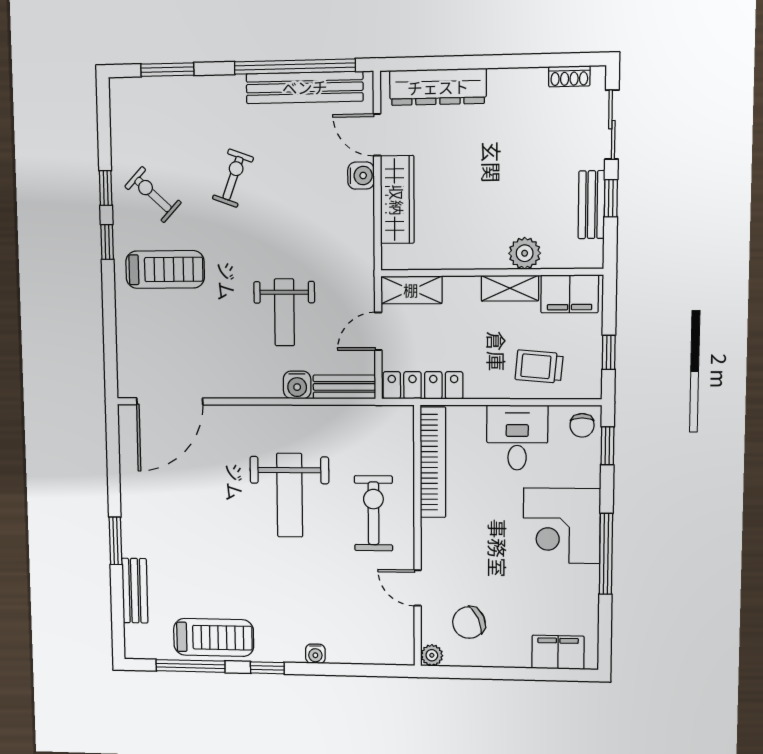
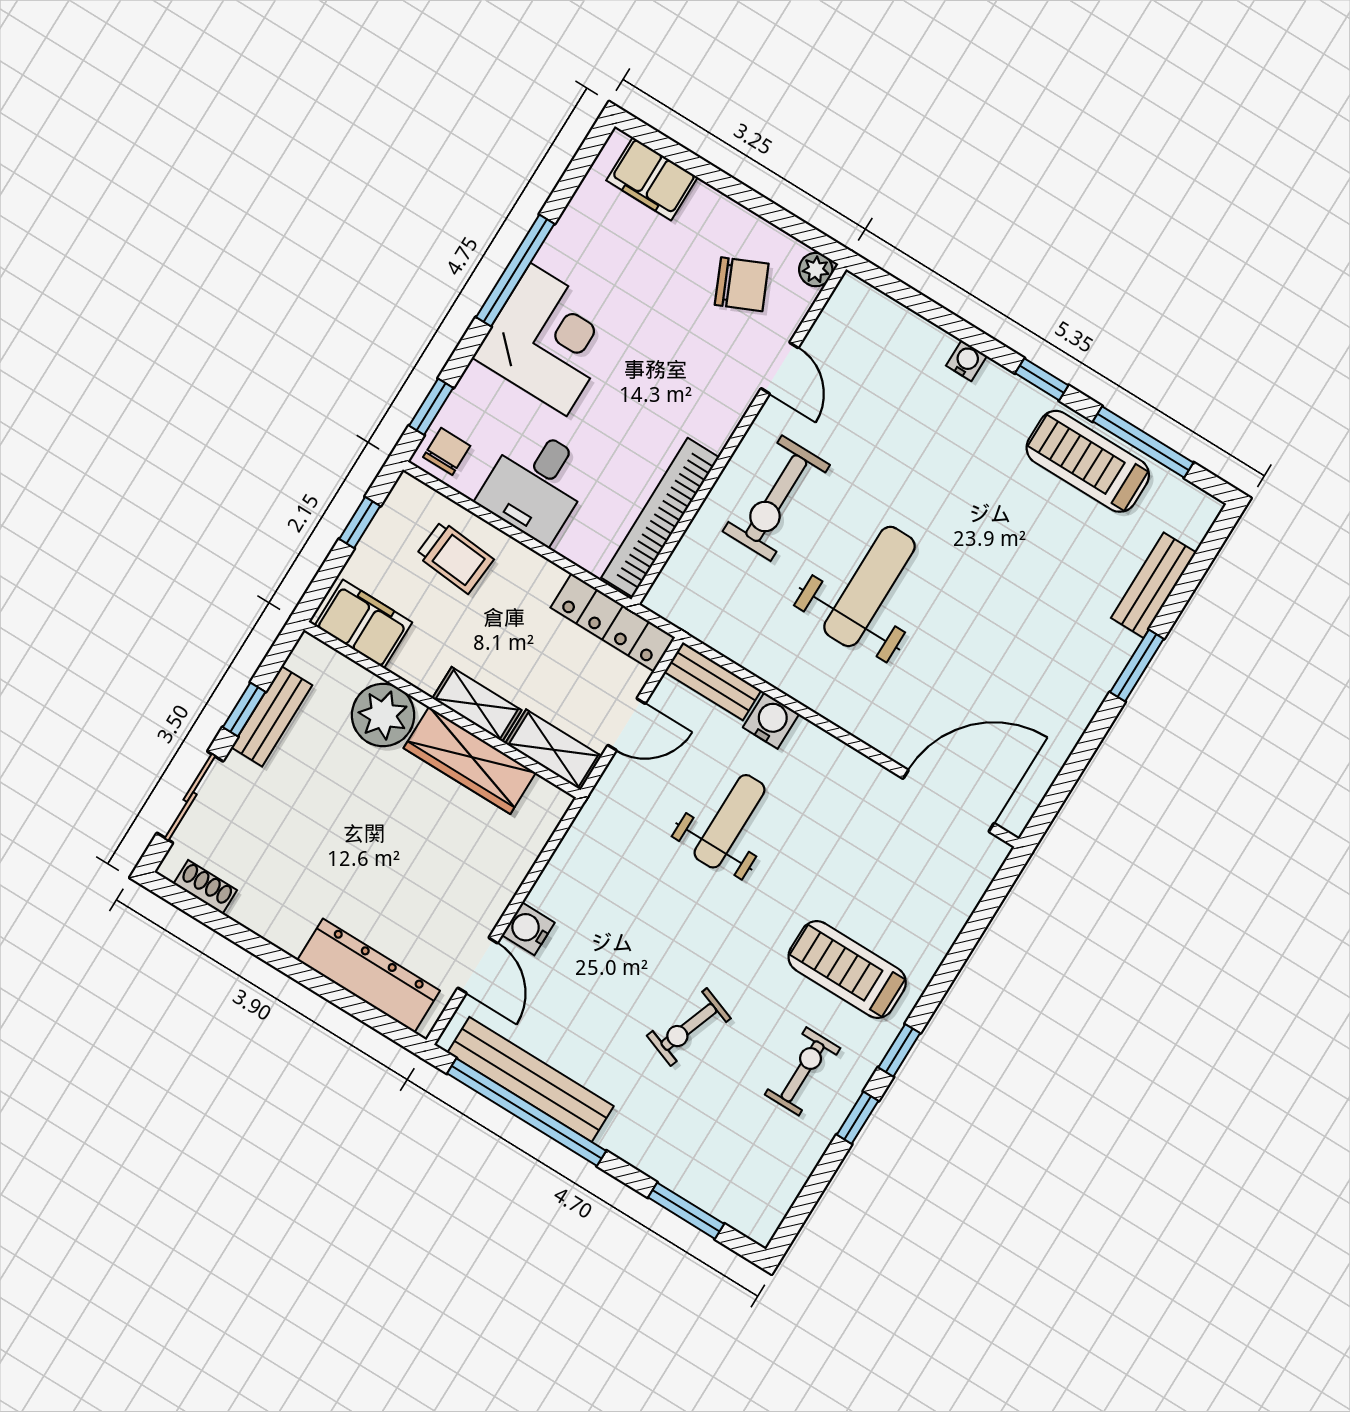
exercise bike: (153, 195) -> (803, 1071), turned -133
wardrobe: (397, 200) -> (470, 760), moved, turned -90
plant: (525, 253) -> (383, 715), width x1.36, depth x1.36
shelving: (510, 288) -> (477, 704), moved

